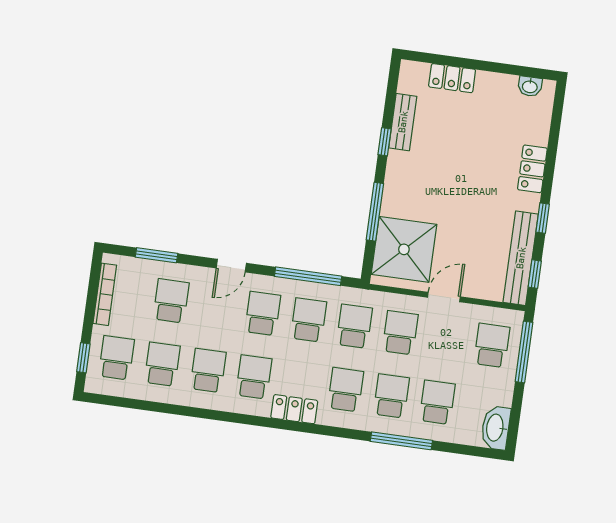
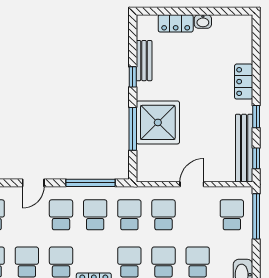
washbasin: (530, 86) -> (203, 21), moved
shower: (404, 249) -> (158, 122), moved

